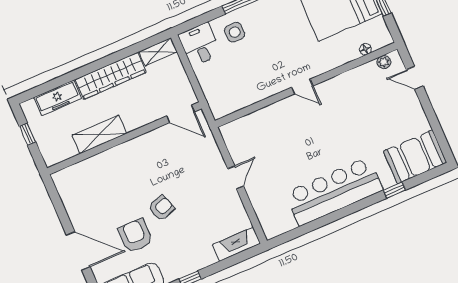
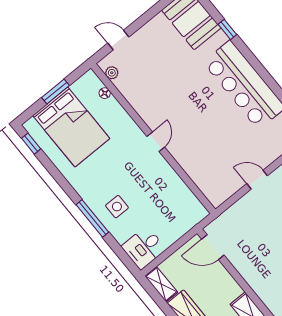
side table: (235, 32) -> (117, 207), moved
door: (415, 78) -> (118, 40), swing flipped
door: (181, 114) -> (213, 247), swing flipped

